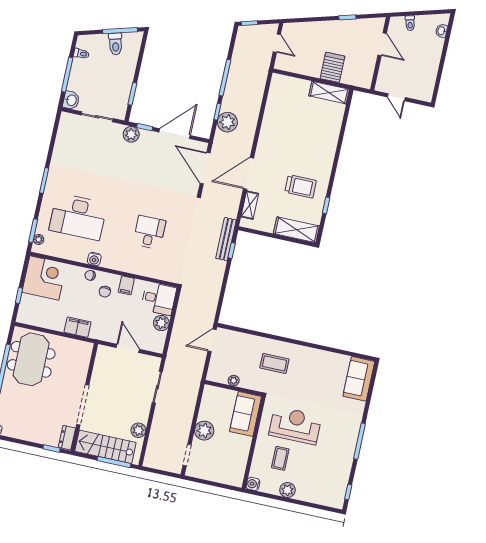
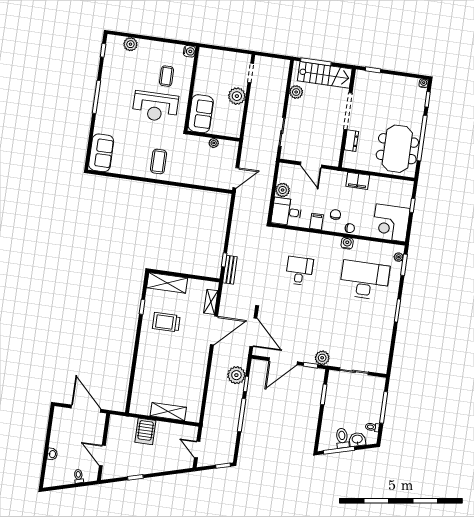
washbasin: (442, 31) -> (52, 454), moved
shelving: (329, 93) -> (168, 412), moved
door: (396, 97) -> (86, 409), width x1.87
washbasin: (71, 100) -> (357, 439), moved, turned 74
desk: (149, 232) -> (299, 271), turned 180
bench: (226, 239) -> (230, 270), width x0.73
coffee table: (274, 363) -> (159, 161), moved, turned 90
dresser: (67, 438) -> (351, 141), moved
plant: (287, 490) -> (130, 44), moved

